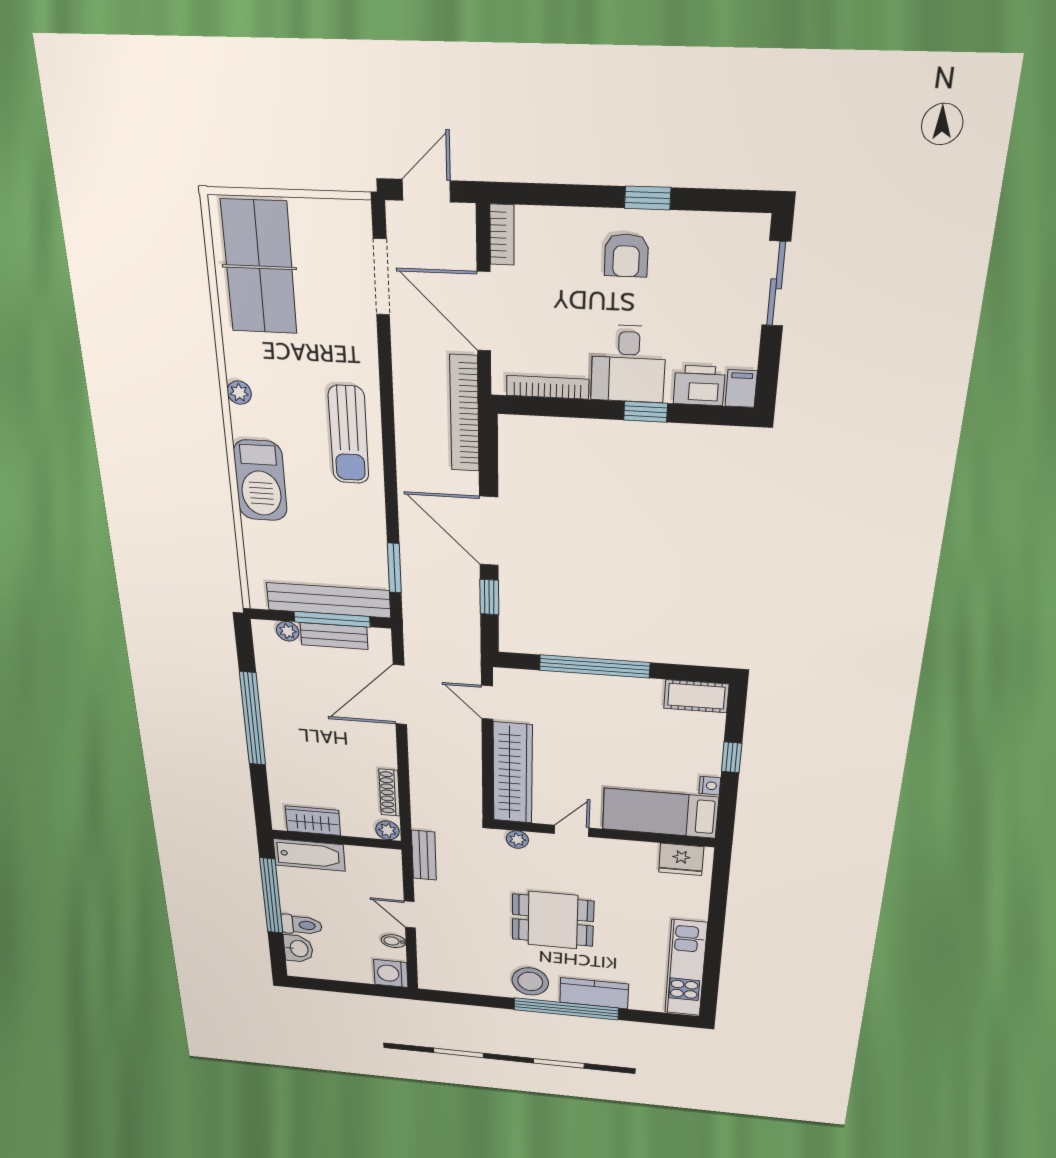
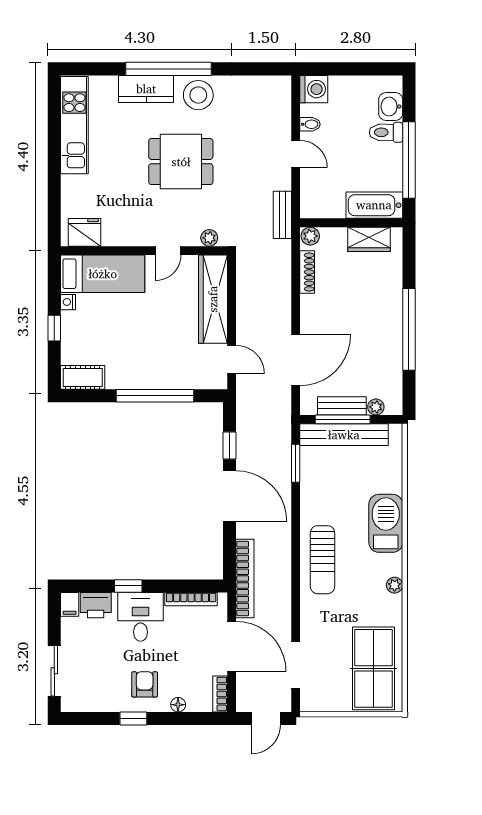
floor lamp: (572, 219) -> (178, 705), added
sun lounger: (349, 435) -> (323, 560), turned 180

